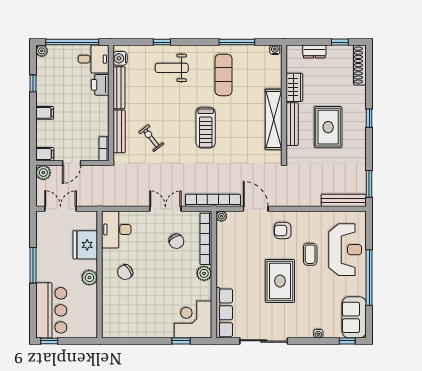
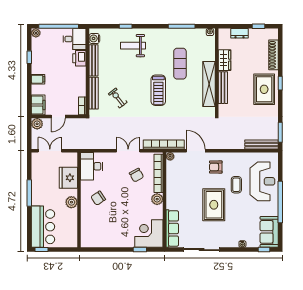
shoe rack: (360, 65) -> (274, 55), moved
exercise mat: (224, 75) -> (180, 64), moved
rug: (328, 127) -> (264, 89), moved
filing cabinet: (45, 154) -> (38, 105), width x2.00

